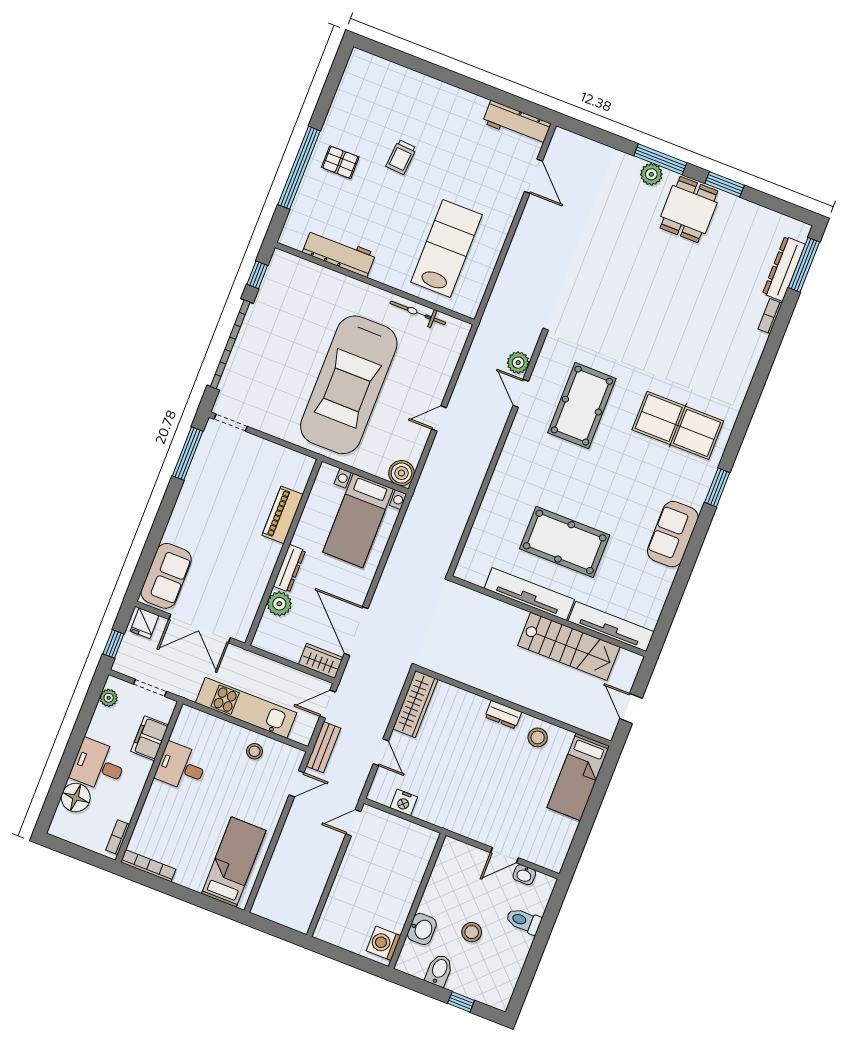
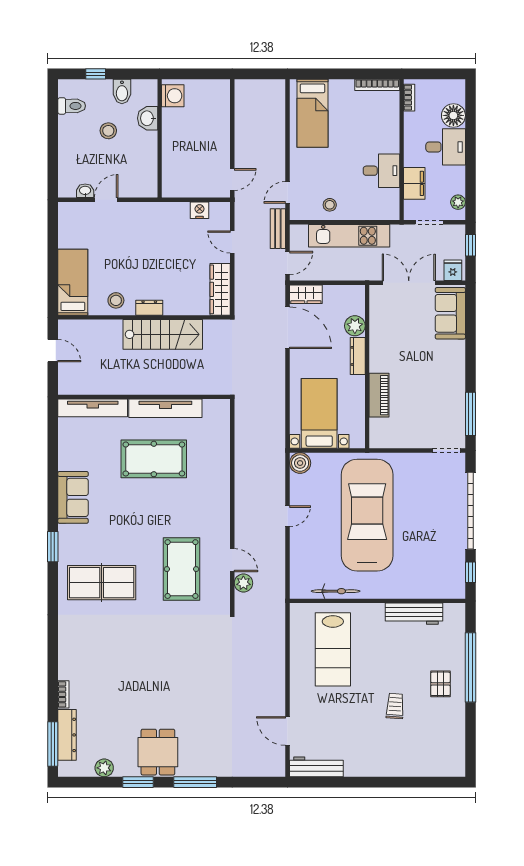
pallet: (340, 162) -> (440, 684), turned 90
plant: (651, 174) -> (104, 768), moved
stairs: (569, 646) -> (163, 334), moved, turned 180
toilet: (524, 921) -> (72, 106), moved

